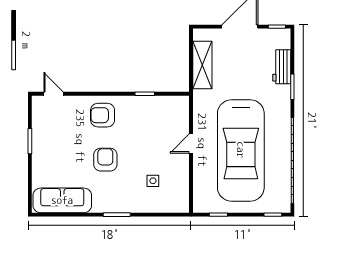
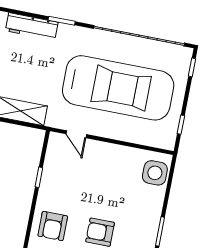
workbench: (282, 67) -> (32, 26), width x1.38
door: (191, 143) -> (76, 134), moved
side table: (153, 181) -> (155, 173), moved, width x1.87, depth x1.87

